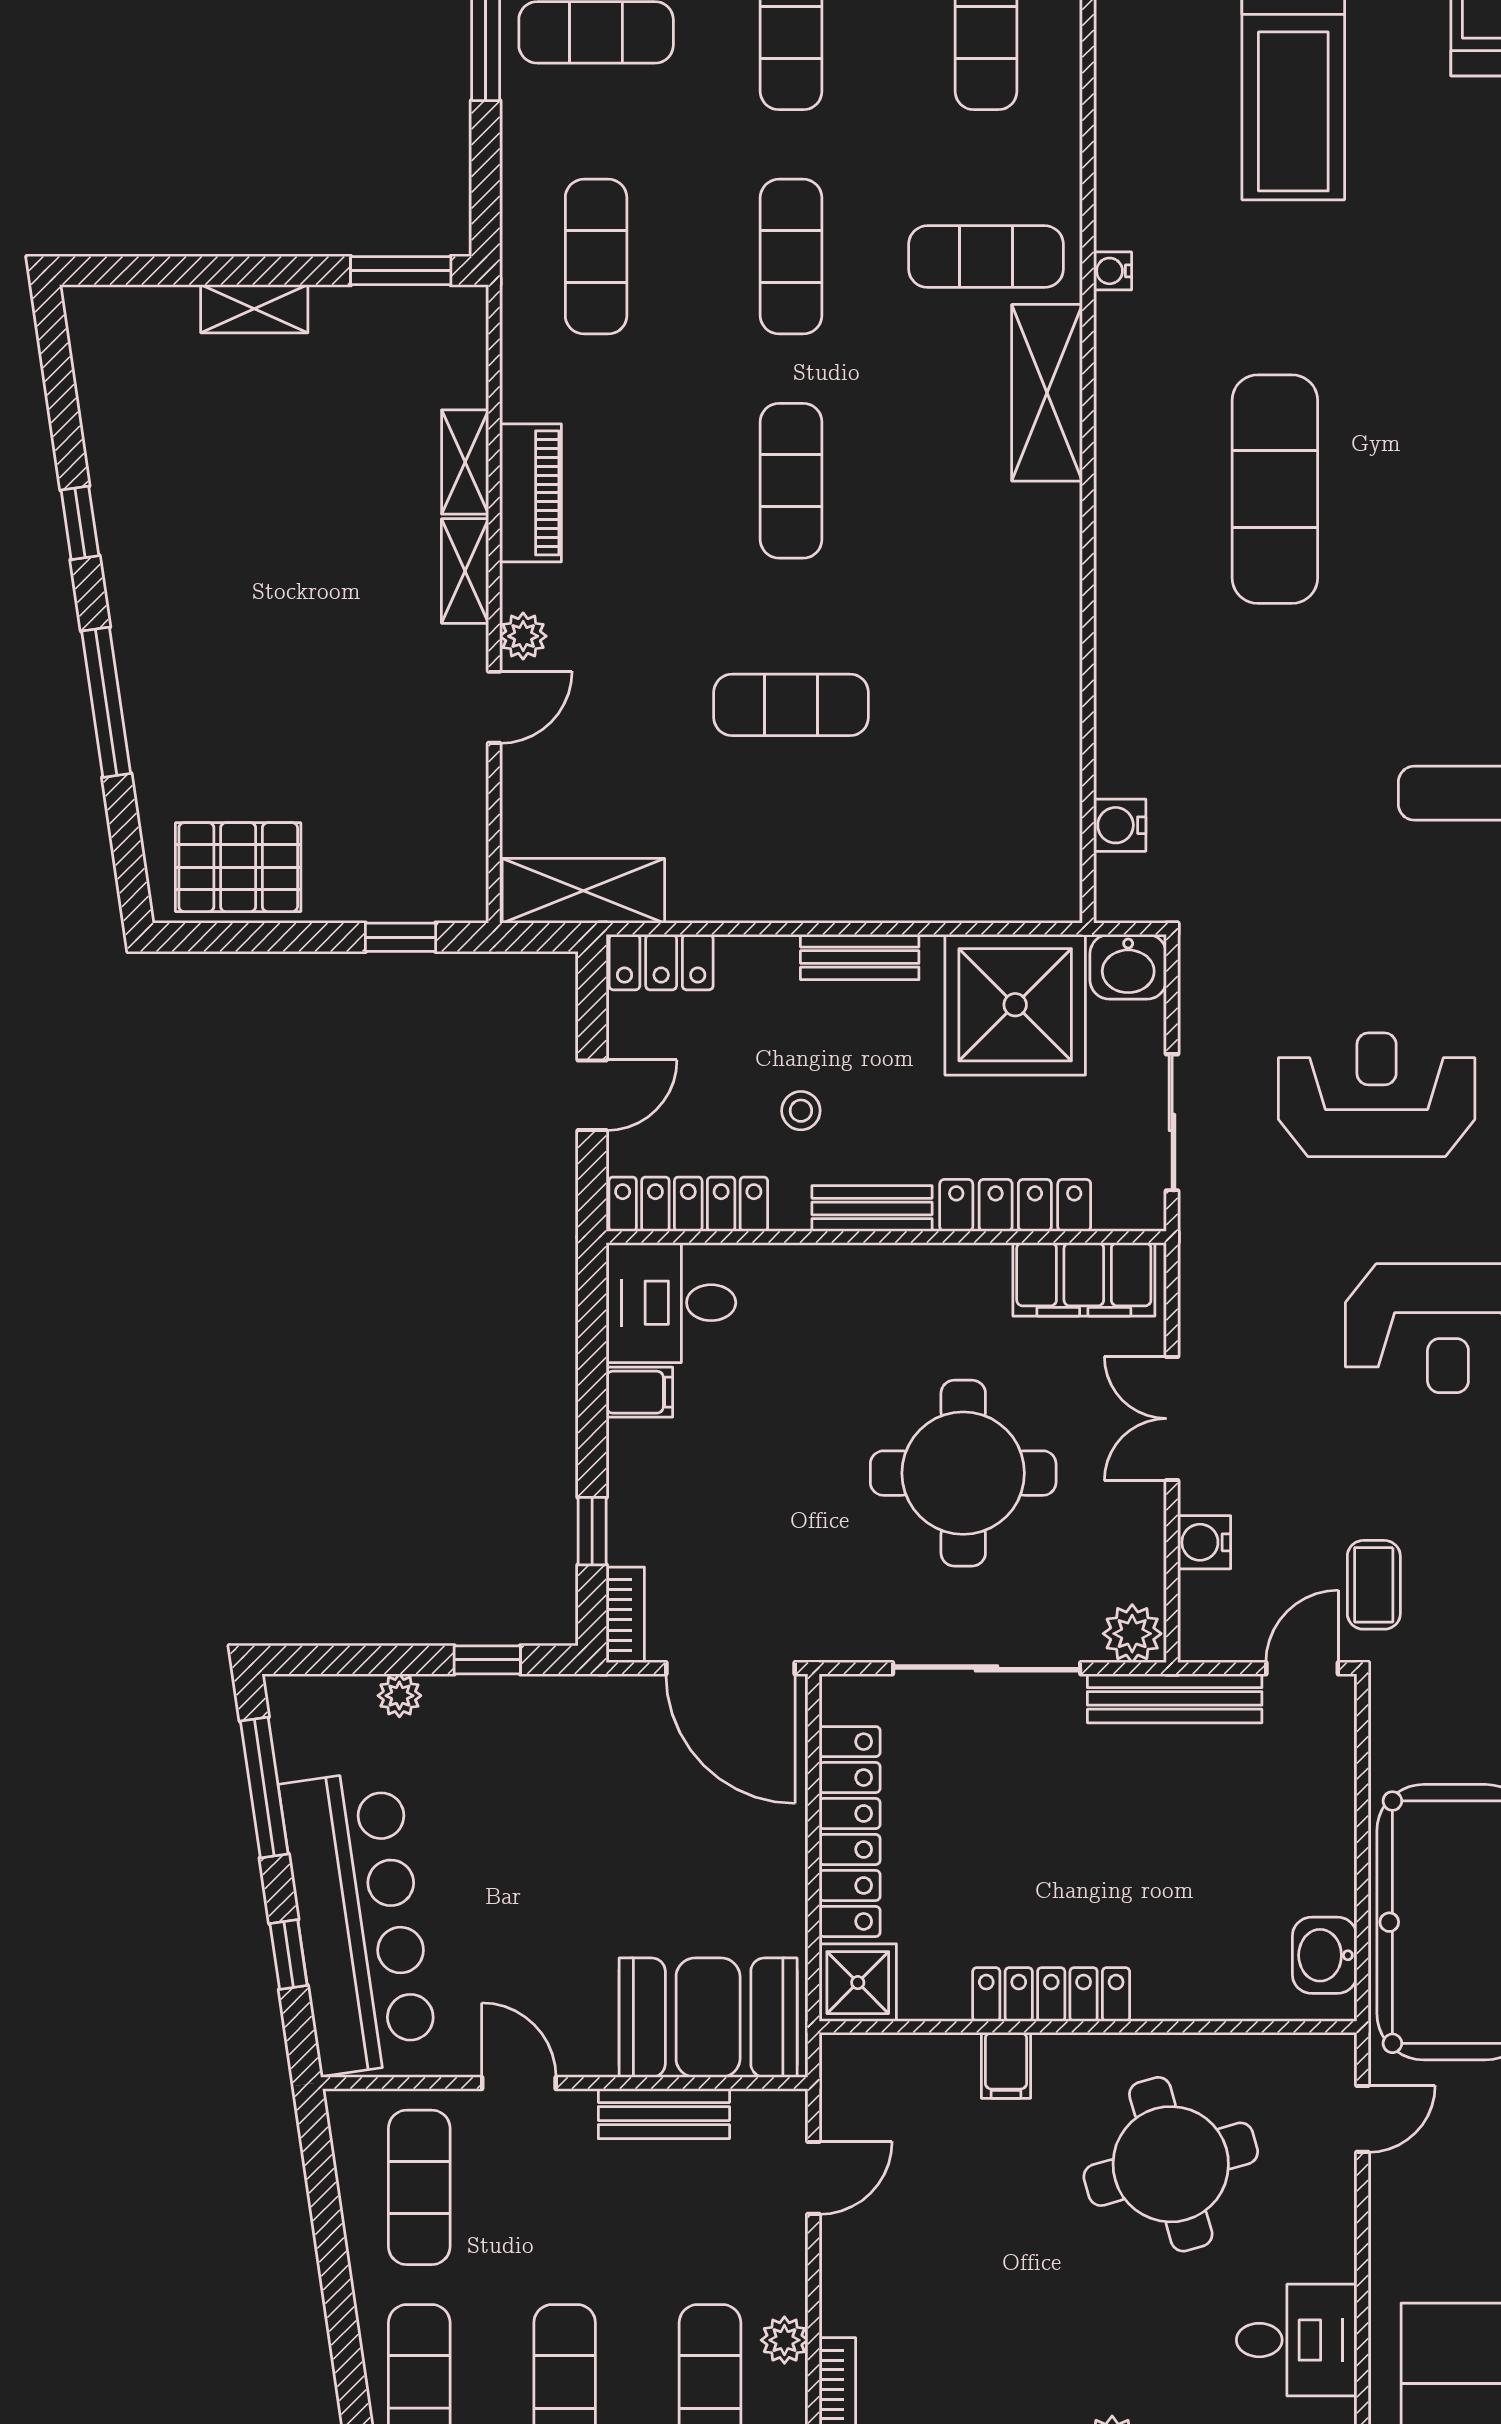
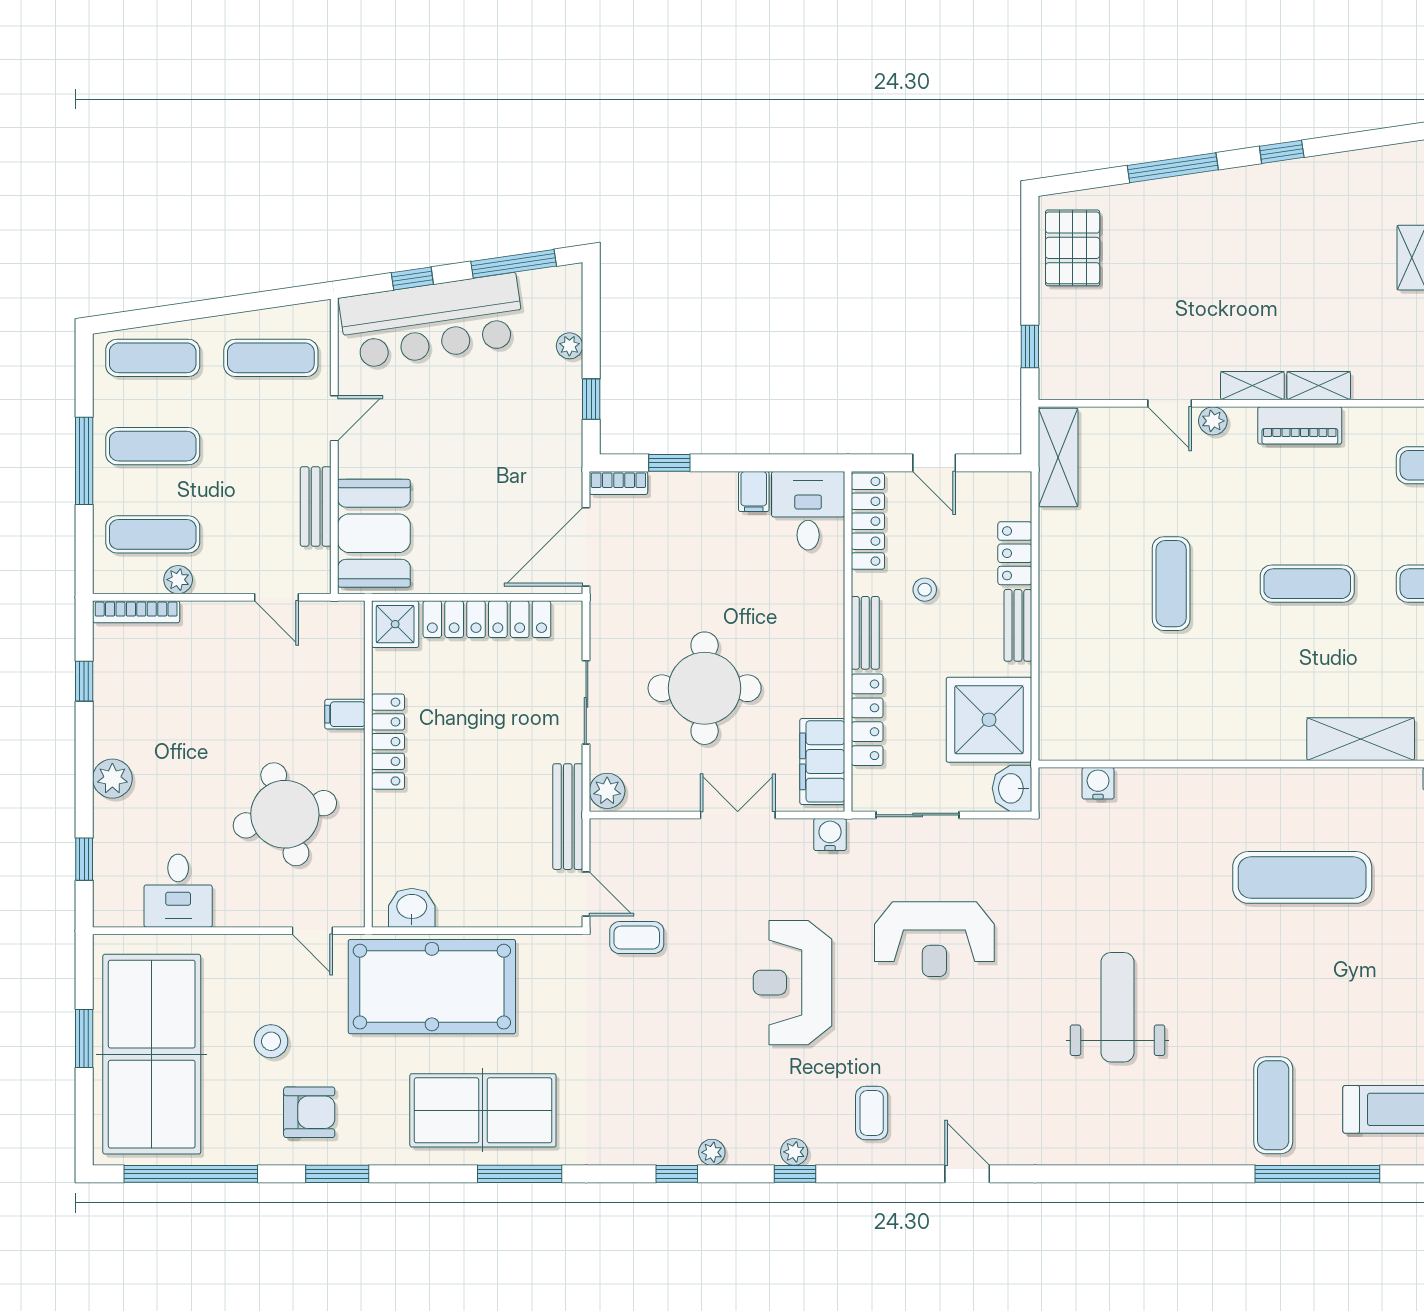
locker: (661, 962) -> (1015, 553), moved
reception desk: (1377, 1095) -> (934, 939), turned 90
water cooler: (1204, 1542) -> (830, 835), moved
sliding door: (987, 1668) -> (586, 702), width x0.73

